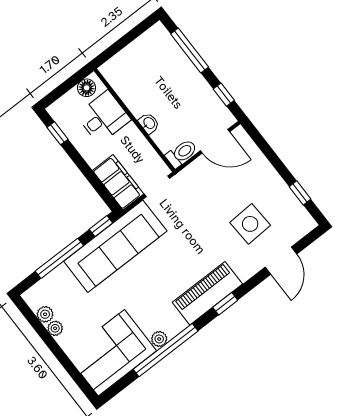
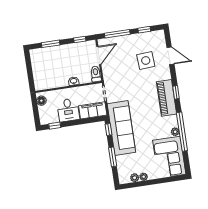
window: (190, 51) -> (51, 44), width x0.69
desk: (103, 117) -> (68, 110), moved, turned 180
window: (268, 152) -> (117, 34), added
window: (59, 258) -> (113, 157), width x0.69

